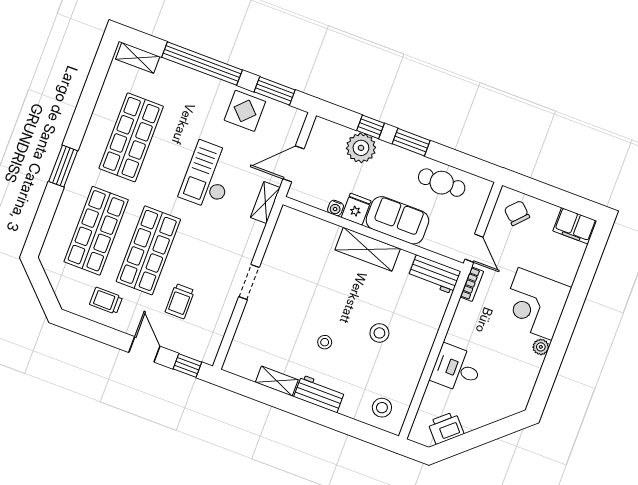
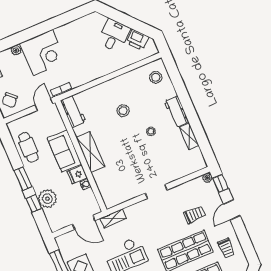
plant: (541, 347) -> (16, 50), moved
plant: (209, 357) -> (207, 178), added
desk: (457, 369) -> (114, 35), moved, turned -132

